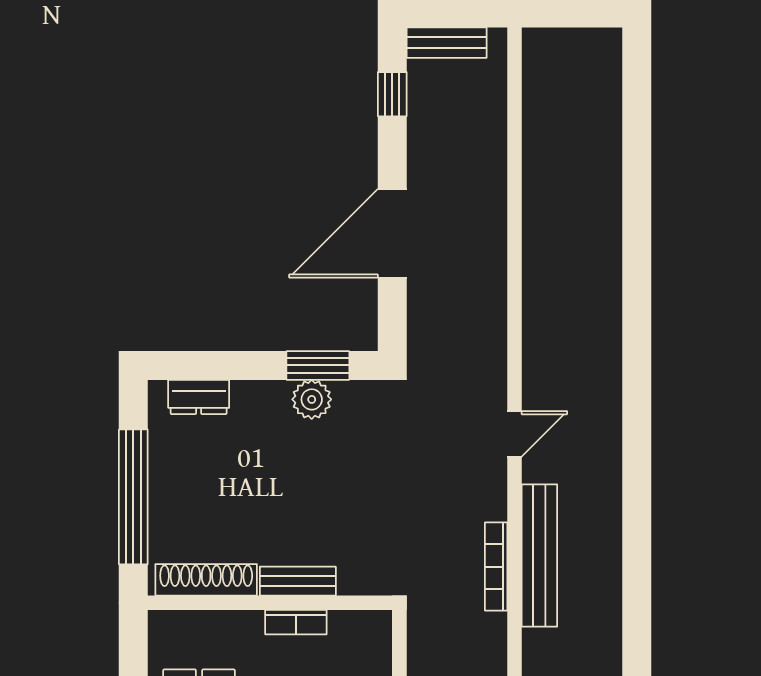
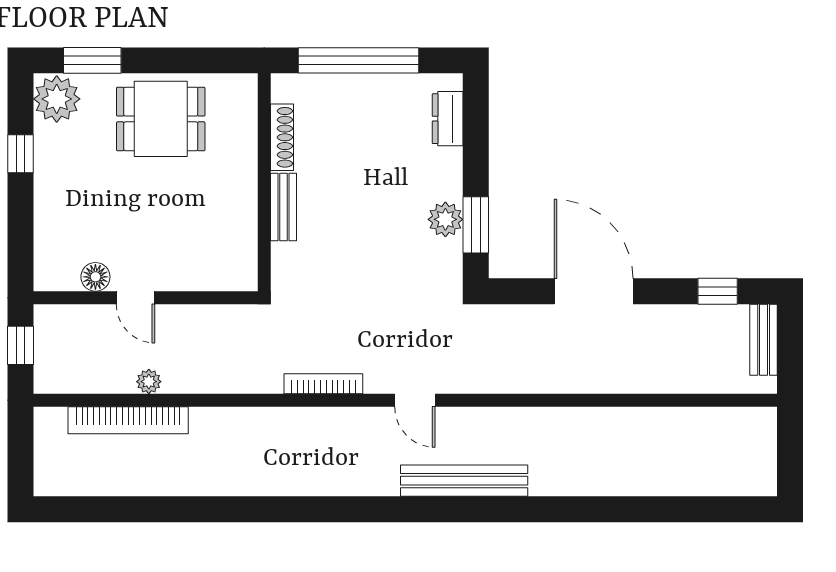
bench: (539, 555) -> (464, 481), moved
bookcase: (496, 567) -> (323, 384), moved
shoe rack: (206, 580) -> (282, 137), width x0.74, depth x0.81
bookcase: (296, 622) -> (247, 205), removed

